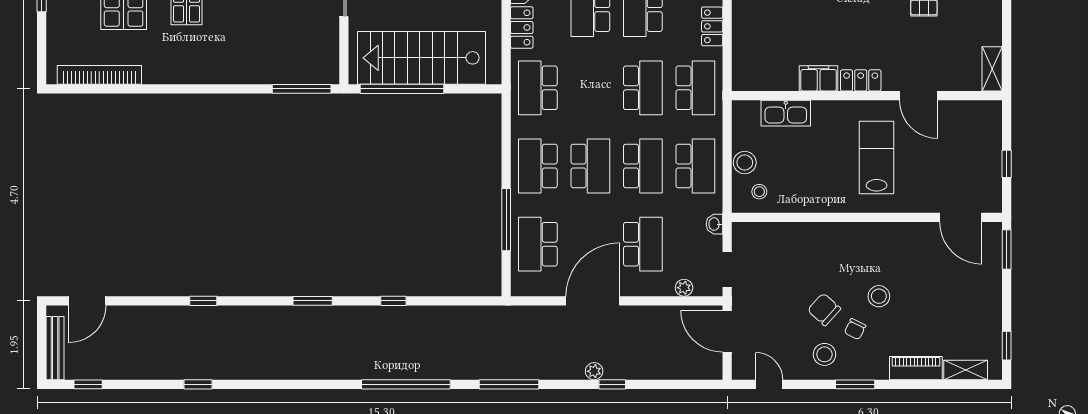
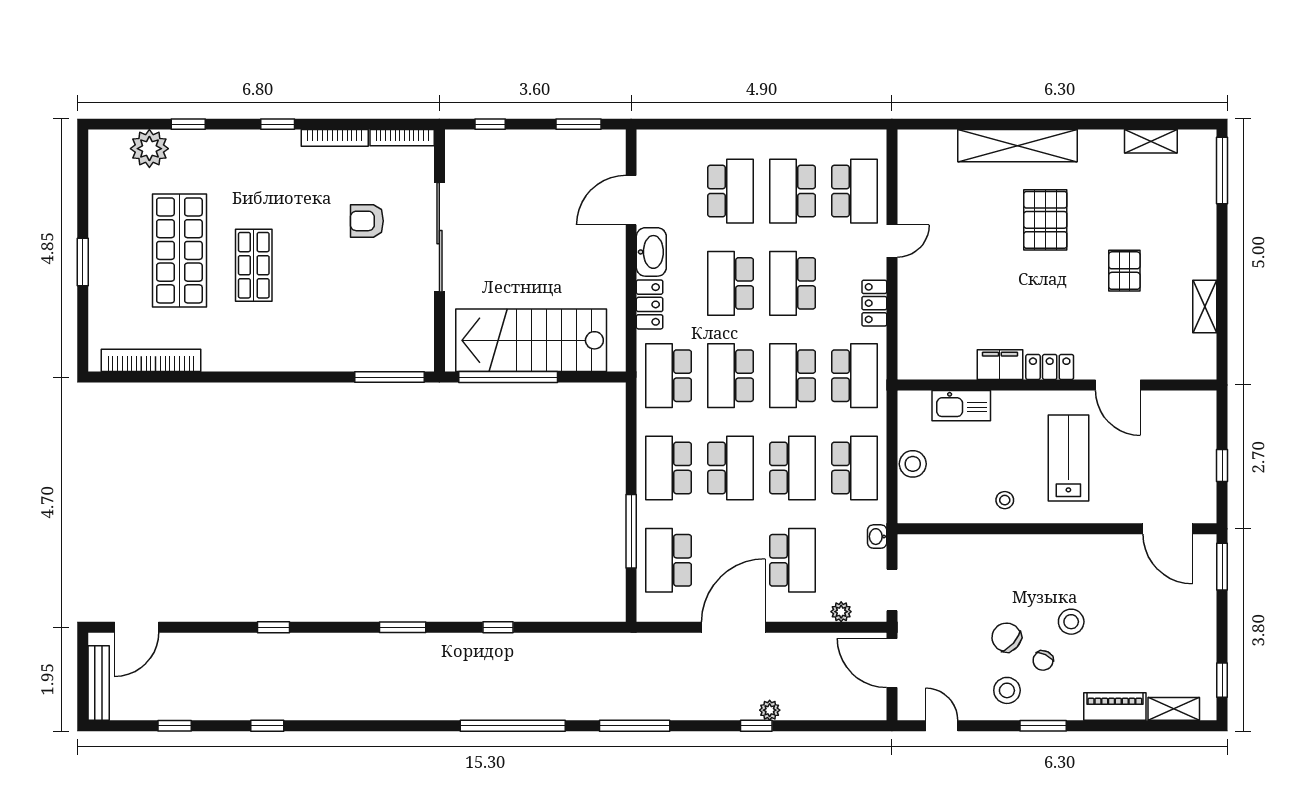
shelving: (992, 69) -> (1205, 307), moved
school desk: (590, 88) -> (731, 376), added
school desk: (643, 88) -> (793, 376), turned 180
stool: (759, 192) -> (1005, 500), moved
plant: (594, 371) -> (770, 710), moved
window: (88, 384) -> (175, 726), moved

